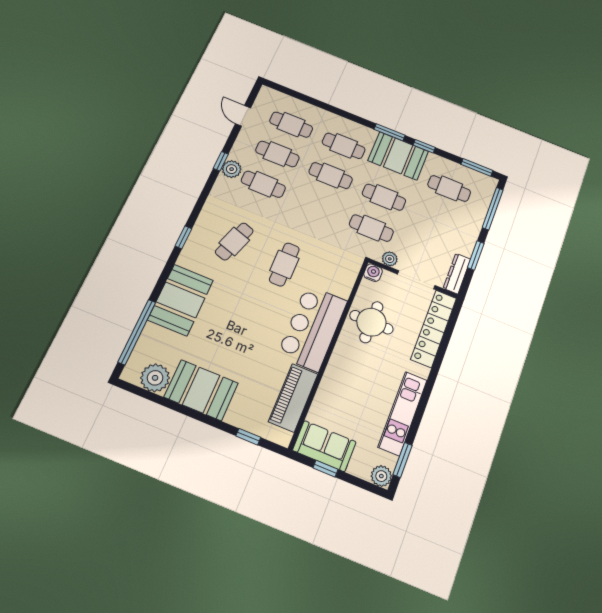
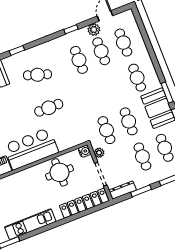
plant: (232, 169) -> (94, 30), moved
cafe table: (331, 176) -> (142, 157), moved

